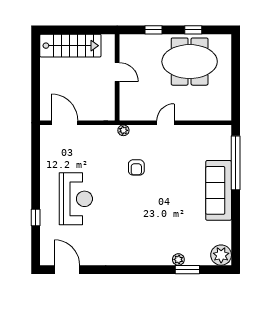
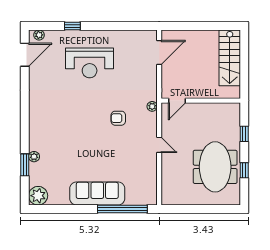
door: (117, 72) -> (177, 101), moved
plant: (45, 254) -> (39, 35), added

